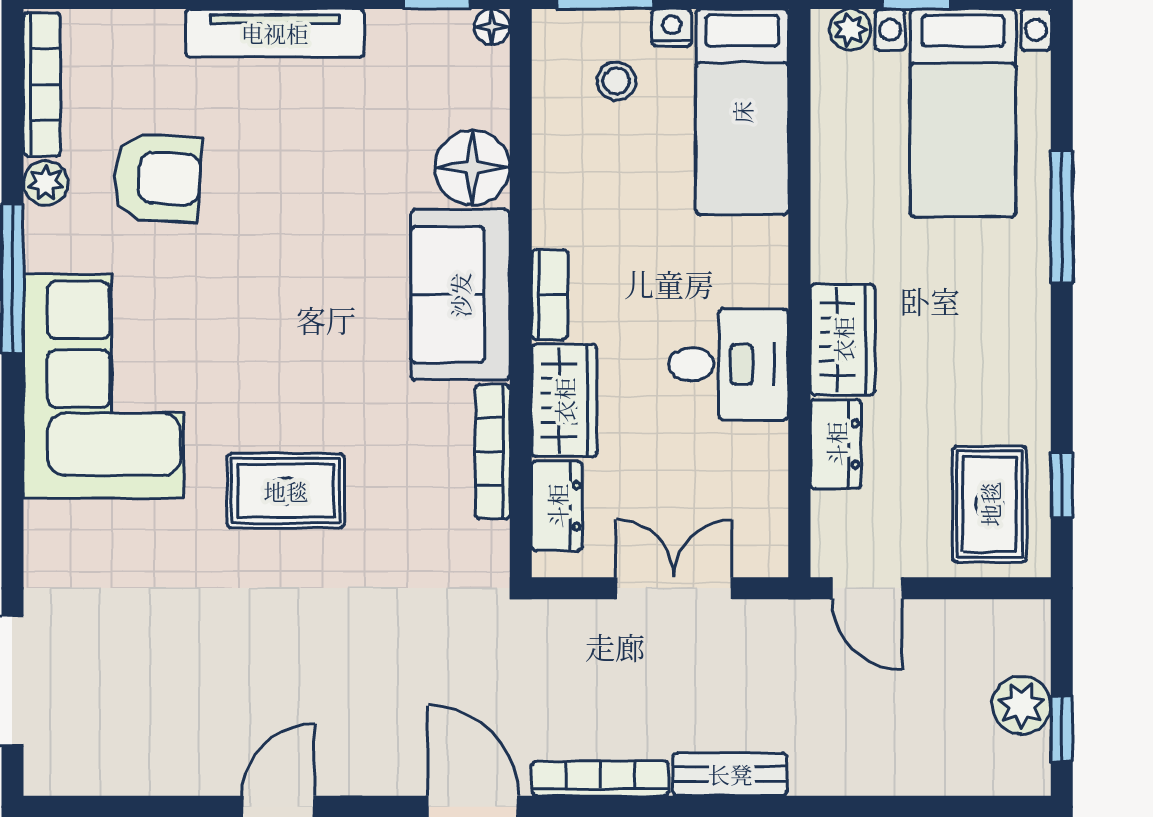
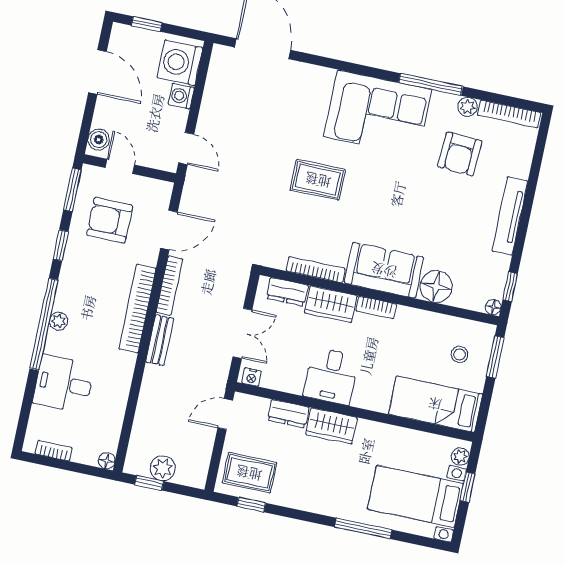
nightstand: (672, 28) -> (252, 377), moved, turned 90
rug: (286, 491) -> (318, 180), turned 90

